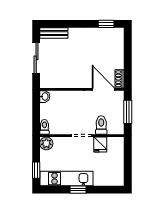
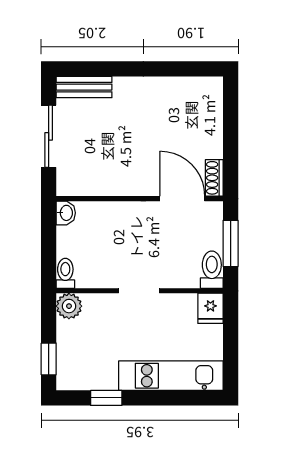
window: (106, 24) -> (188, 69), removed
toilet: (101, 125) -> (212, 270), moved
fridge: (100, 145) -> (210, 308), moved
kitchen unit: (67, 179) -> (171, 376), moved
window: (78, 190) -> (106, 398), moved

